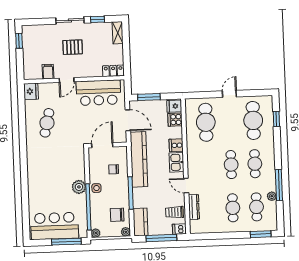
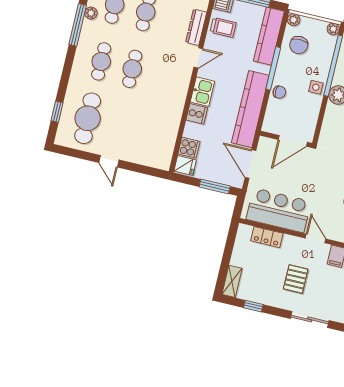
sliding door: (70, 20) -> (310, 319), moved
pallet: (73, 47) -> (296, 279), turned 90
locker: (113, 71) -> (267, 237), moved
door: (67, 80) -> (315, 239), hinge flipped
door: (229, 94) -> (109, 161), hinge flipped
cafe table: (206, 122) -> (150, 133), removed
chair: (114, 169) -> (279, 92), moved
door: (186, 186) -> (198, 58), hinge flipped
chair: (117, 215) -> (299, 45), turned 90
kitchen counter: (140, 222) -> (269, 36), width x1.50

